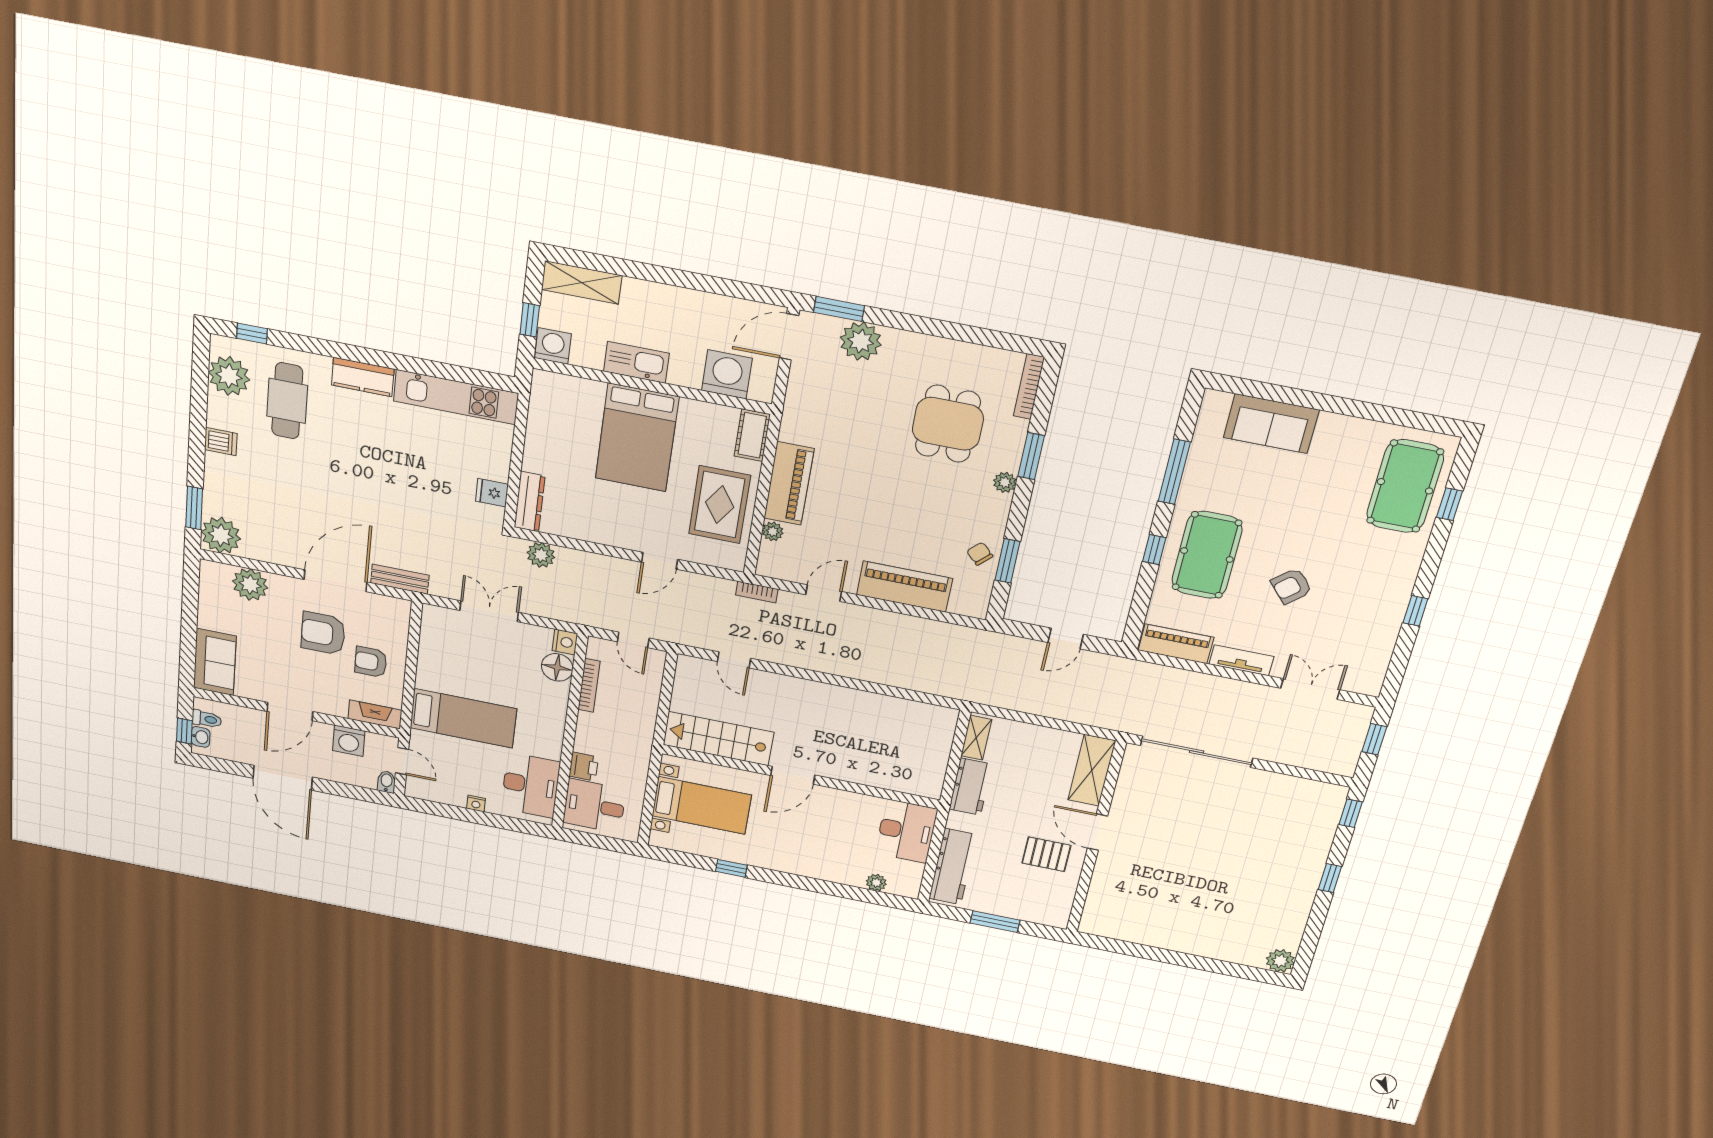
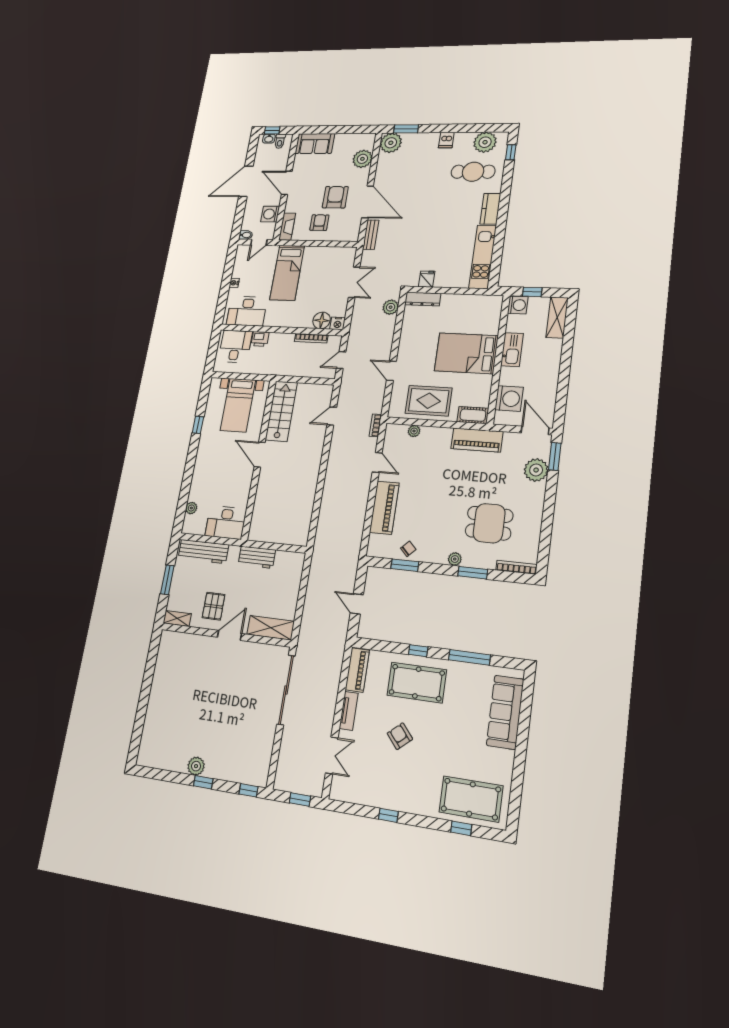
sofa: (1271, 424) -> (505, 712), width x1.36
piano: (789, 483) -> (477, 440), moved
shelving: (976, 738) -> (177, 618), moved
plant: (1280, 961) -> (196, 766), moved

